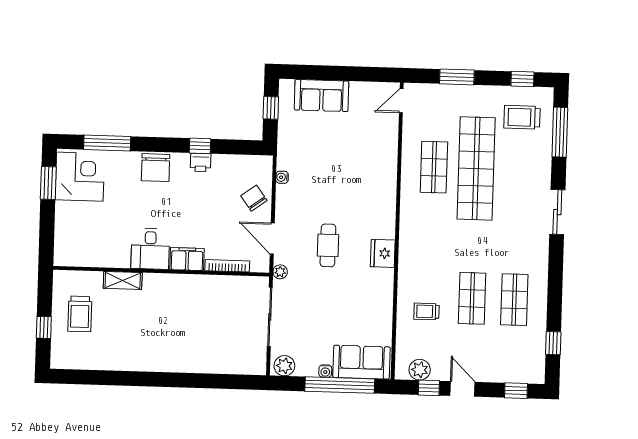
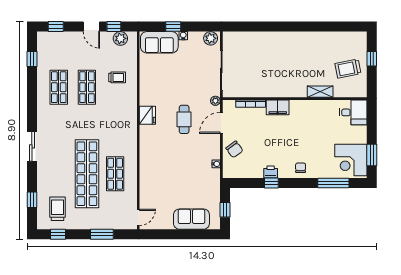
trolley: (522, 117) -> (58, 209), turned -90
window: (560, 132) -> (32, 200), width x0.46
chair: (156, 168) -> (301, 168), width x0.54, depth x0.54
door: (272, 238) -> (221, 123), swing flipped
desk: (150, 249) -> (353, 112), moved, turned 90
trolley: (80, 314) -> (348, 69), turned -101
window: (340, 385) -> (173, 27), width x0.32

